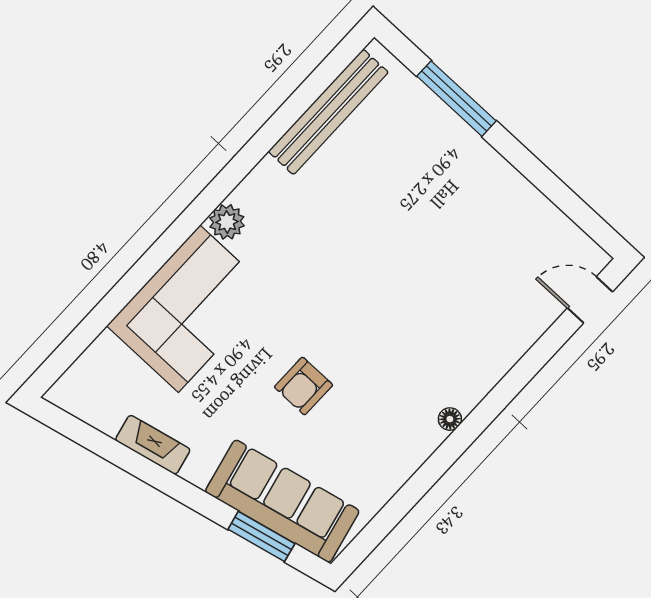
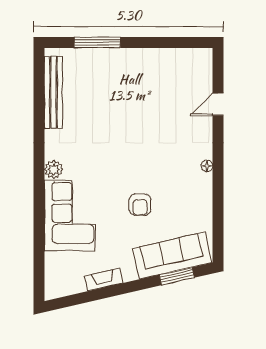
door: (590, 300) -> (218, 104), moved

